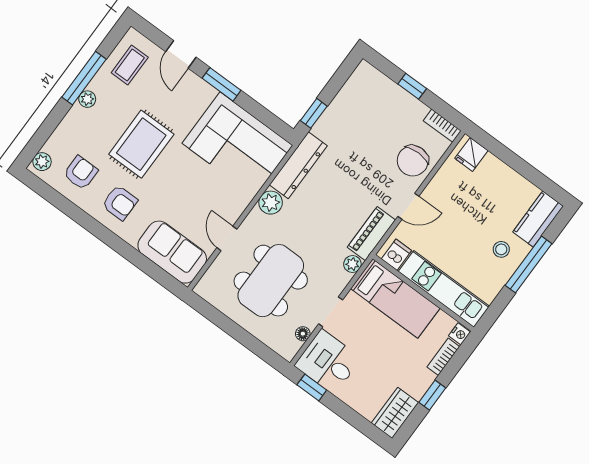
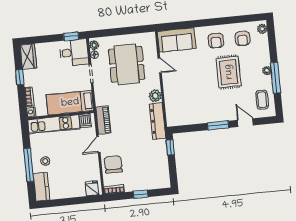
corner sofa: (237, 144) -> (190, 107), removed
armchair: (120, 203) -> (216, 41), turned -90
plant: (352, 264) -> (94, 45), moved

